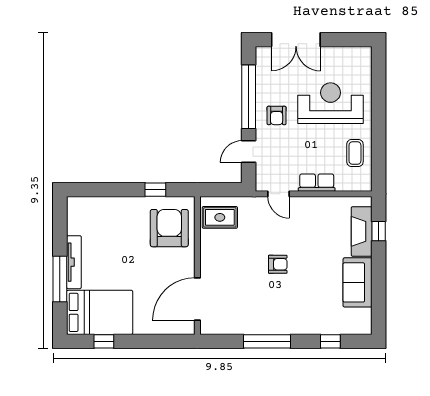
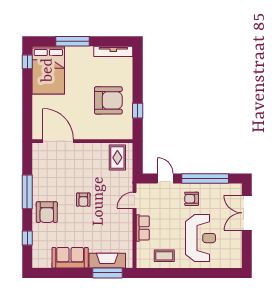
armchair: (169, 228) -> (108, 100), moved
window: (379, 231) -> (107, 273), width x2.17
tv unit: (74, 262) -> (113, 51), moved
armchair: (295, 314) -> (47, 212), added
window: (104, 341) -> (27, 62), moved

